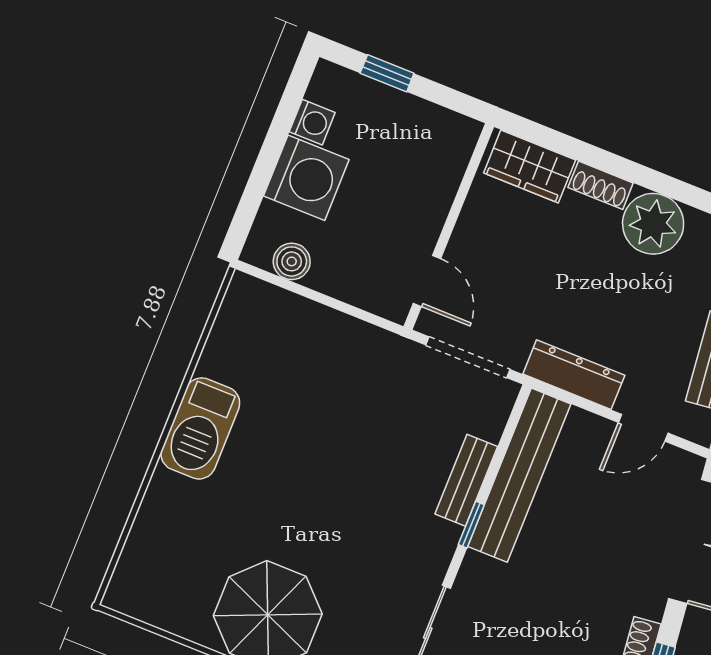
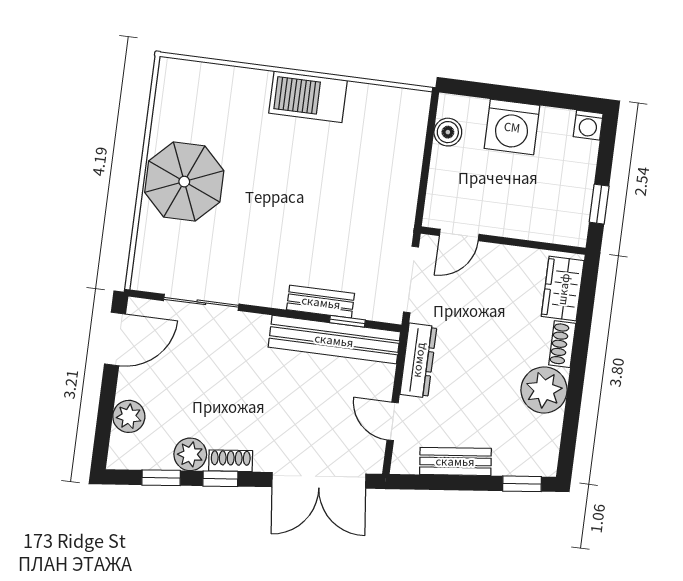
window: (387, 73) -> (599, 204), moved
washing machine: (312, 122) -> (588, 125), moved
window: (471, 525) -> (347, 321), moved

